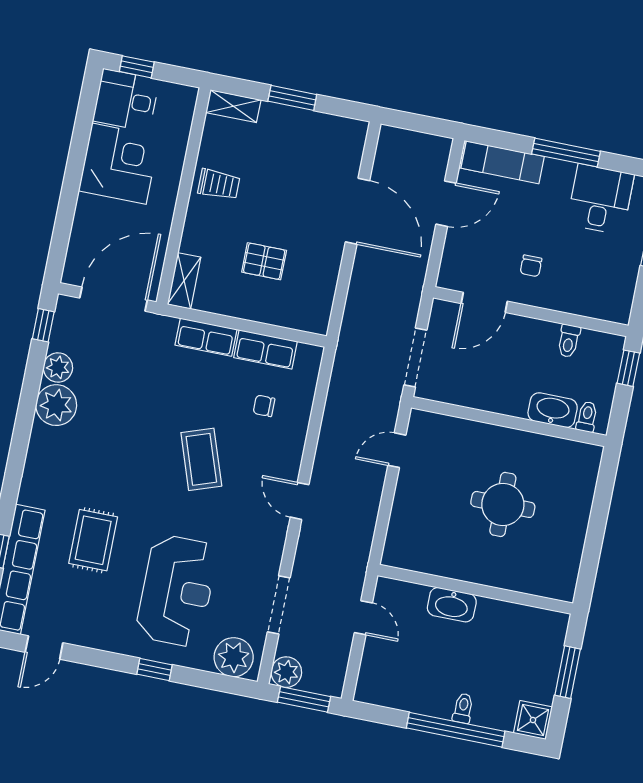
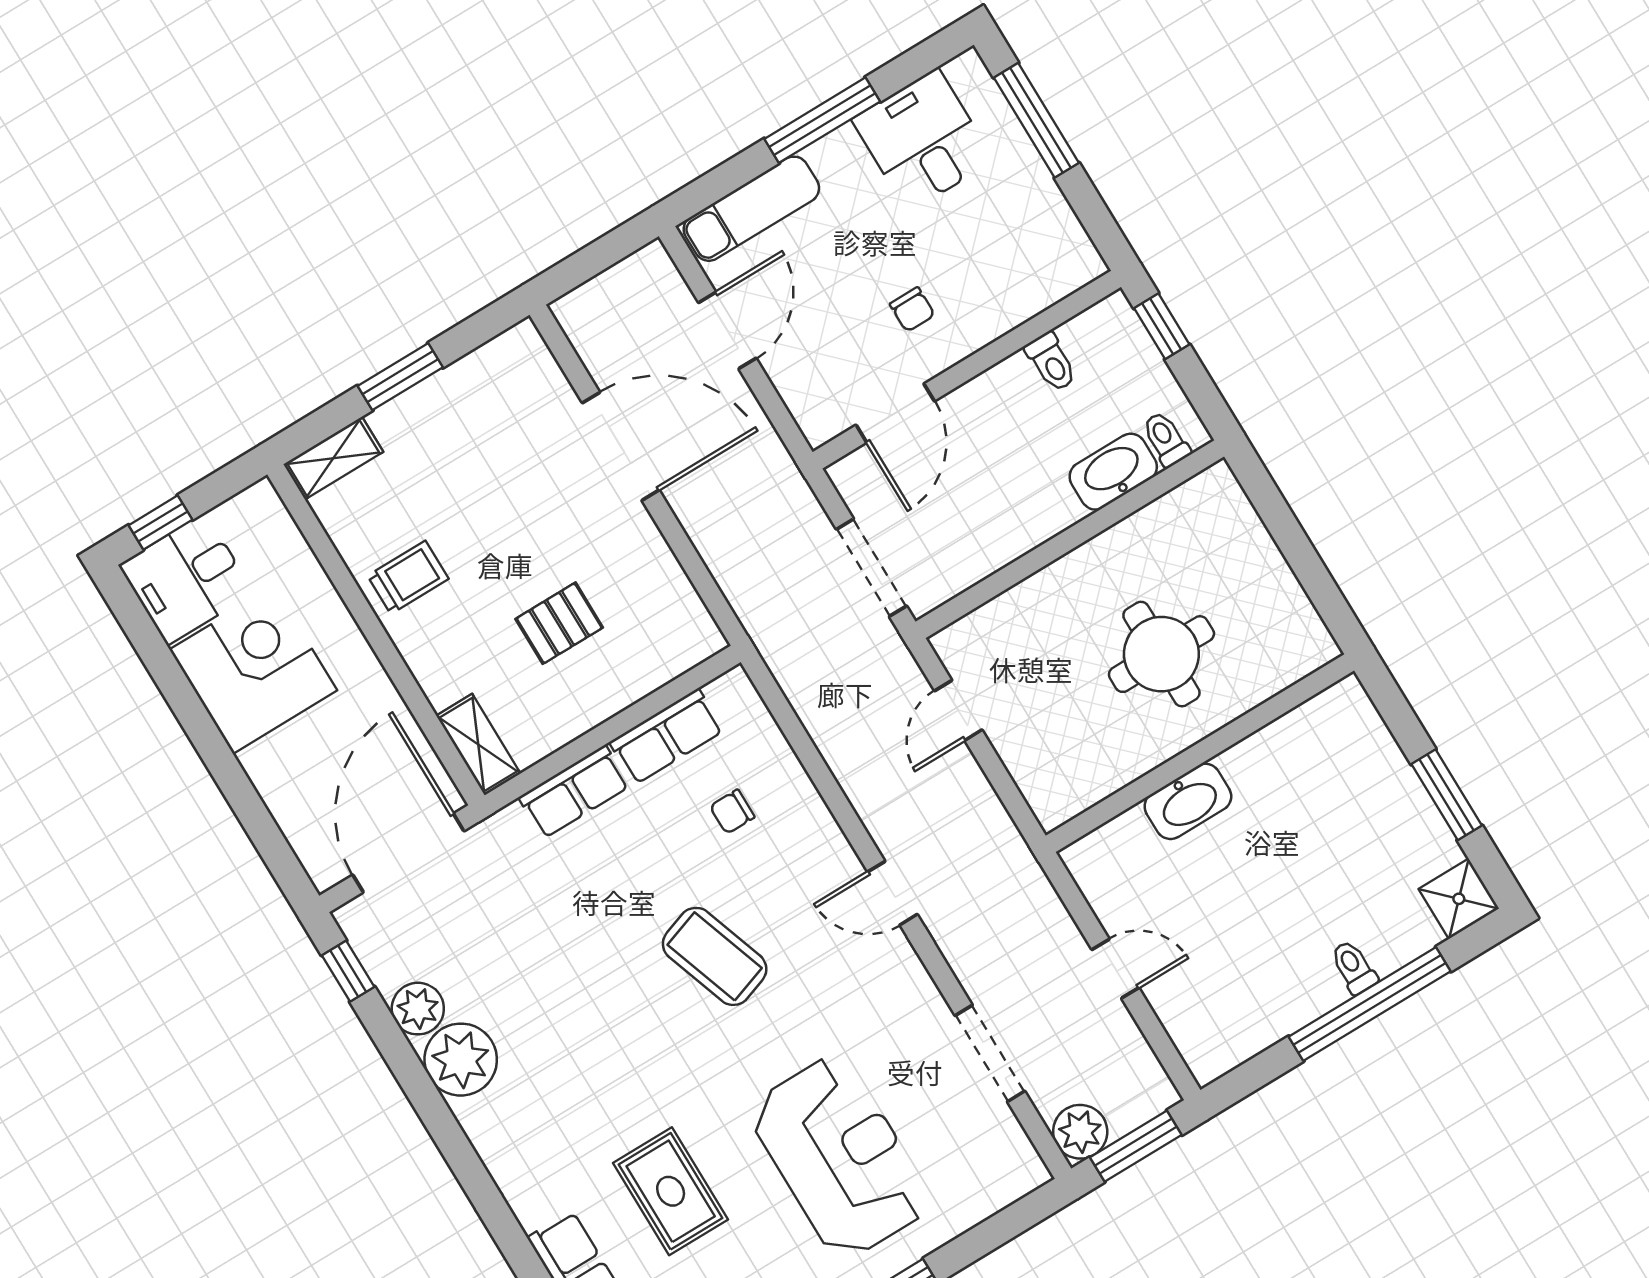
wall: (475, 589) -> (1200, 753), moved
washbasin: (452, 605) -> (1188, 801), moved
plant: (234, 657) -> (994, 1175), removed

